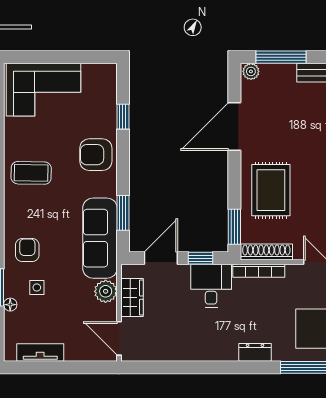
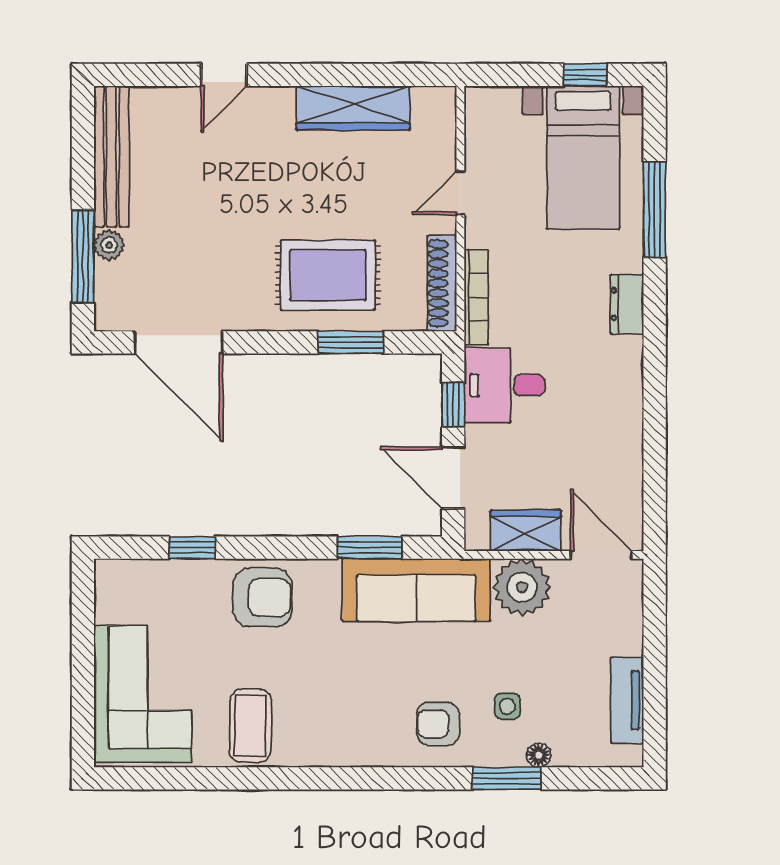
plant: (251, 71) -> (109, 245), moved
door: (234, 126) -> (179, 342), moved
armchair: (96, 155) -> (262, 598), turned -90
coffee table: (31, 173) -> (250, 726), moved
window: (234, 227) -> (351, 342), moved
plant: (106, 291) -> (522, 587), width x1.36, depth x1.36
door: (119, 338) -> (601, 555), swing flipped

